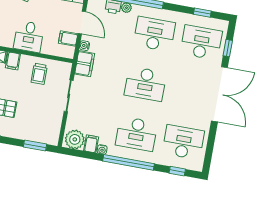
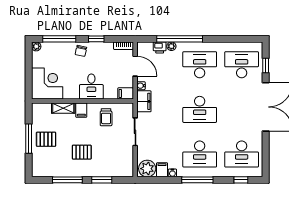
window: (202, 13) -> (238, 39), removed
filing cabinet: (68, 38) -> (126, 93), moved
desk: (183, 142) -> (242, 154), turned 180
window: (35, 146) -> (102, 180), moved
window: (129, 162) -> (197, 180), width x0.68

